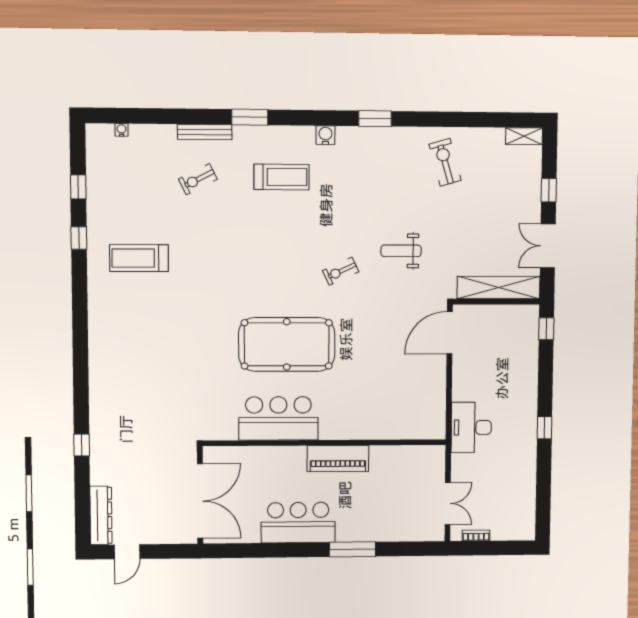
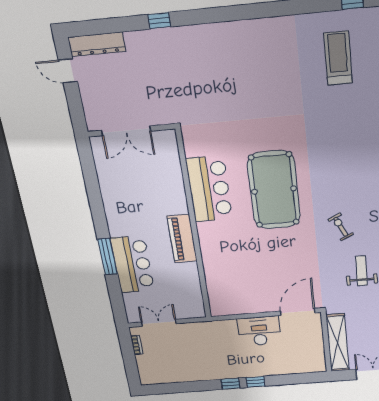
window: (546, 329) -> (256, 382), moved
door: (450, 333) -> (298, 312), hinge flipped
desk: (471, 427) -> (259, 331), moved
double door: (200, 501) -> (126, 131), width x0.73
double door: (448, 503) -> (159, 323), swing flipped
bar counter: (298, 523) -> (132, 264), moved

